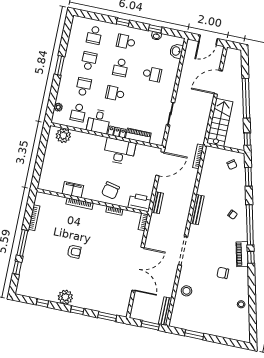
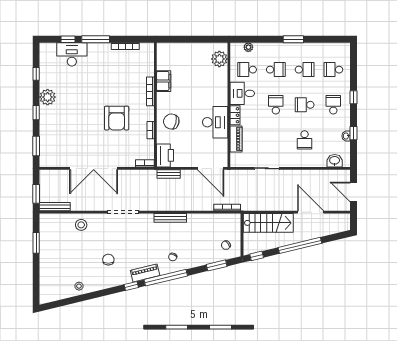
armchair: (74, 252) -> (117, 118), moved, width x1.88, depth x1.88
piano: (242, 254) -> (145, 273), moved
desk: (31, 267) -> (72, 54), added

